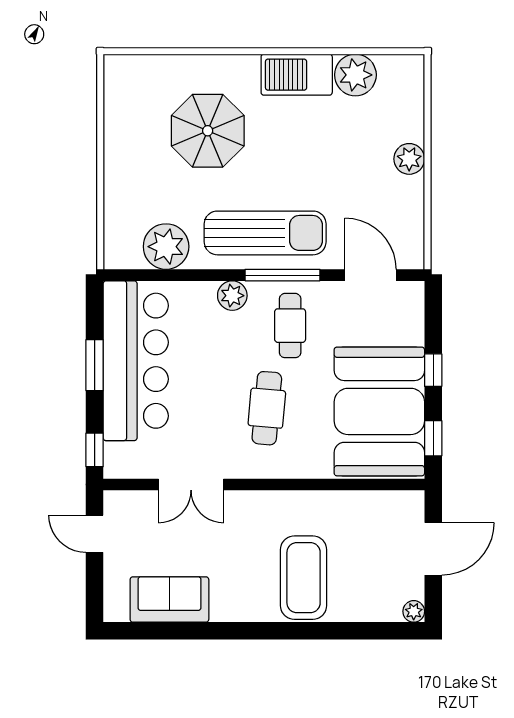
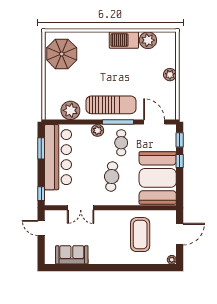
parasol: (208, 131) -> (62, 54), moved
window: (95, 365) -> (41, 148), moved
window: (433, 438) -> (180, 140), moved
coffee table: (304, 578) -> (140, 235), moved

